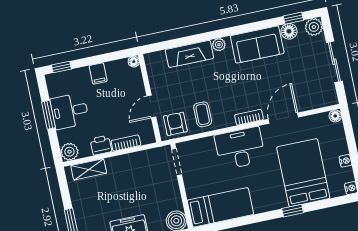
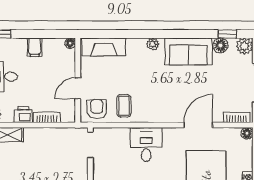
fireplace: (189, 54) -> (104, 47), moved
bookcase: (249, 117) -> (237, 118), moved
desk: (240, 148) -> (146, 145), width x0.73

